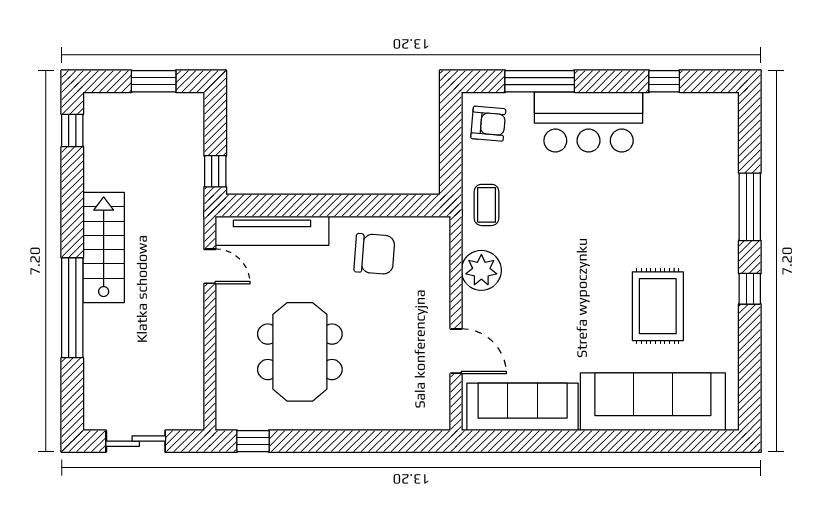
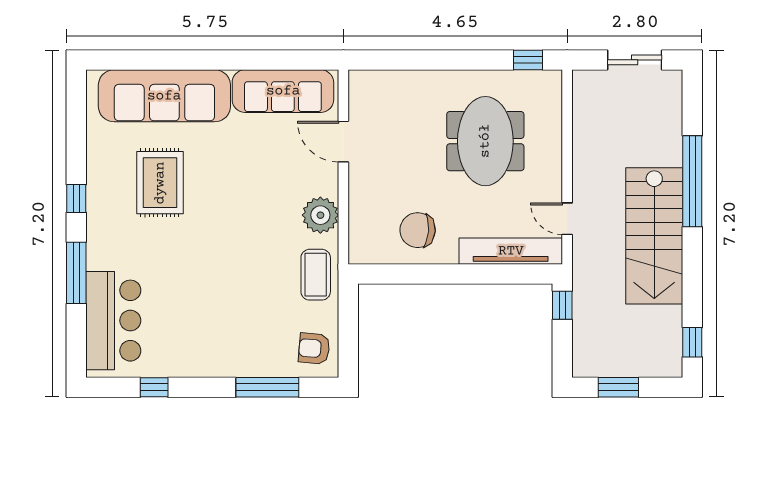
bar counter: (589, 122) -> (113, 321), moved, turned 90
coffee table: (487, 205) -> (316, 275), width x1.36, depth x1.30
stairs: (104, 247) -> (654, 236), width x1.36, depth x1.51

